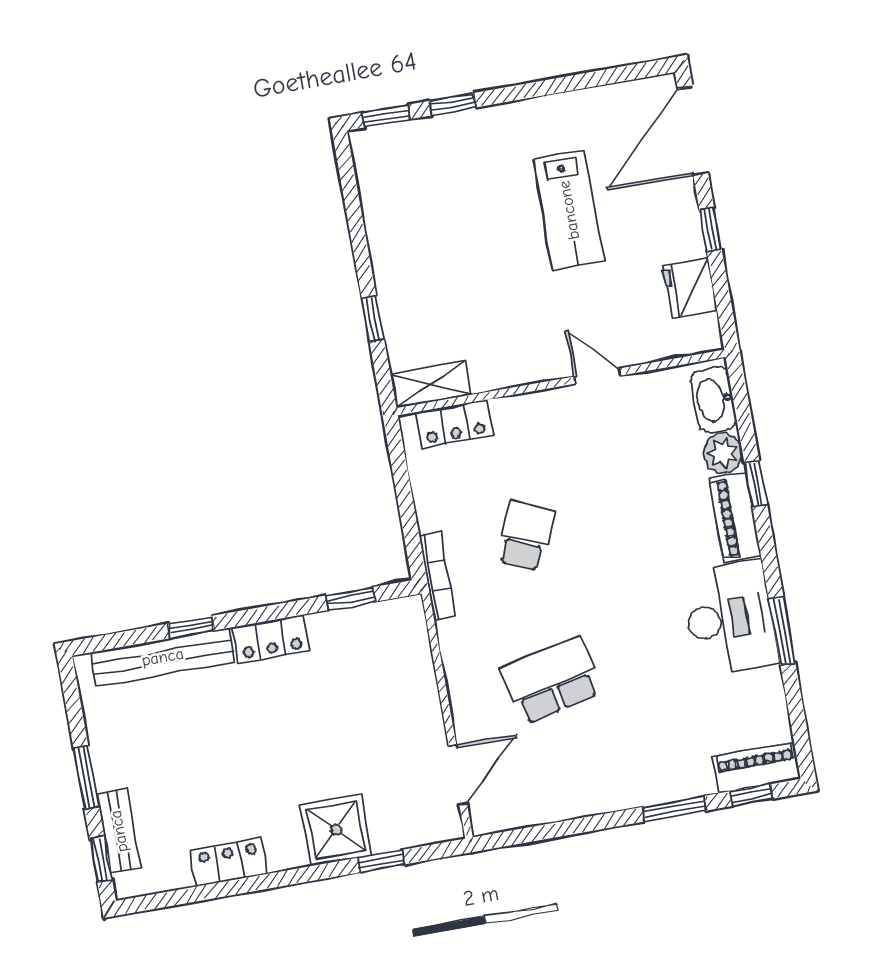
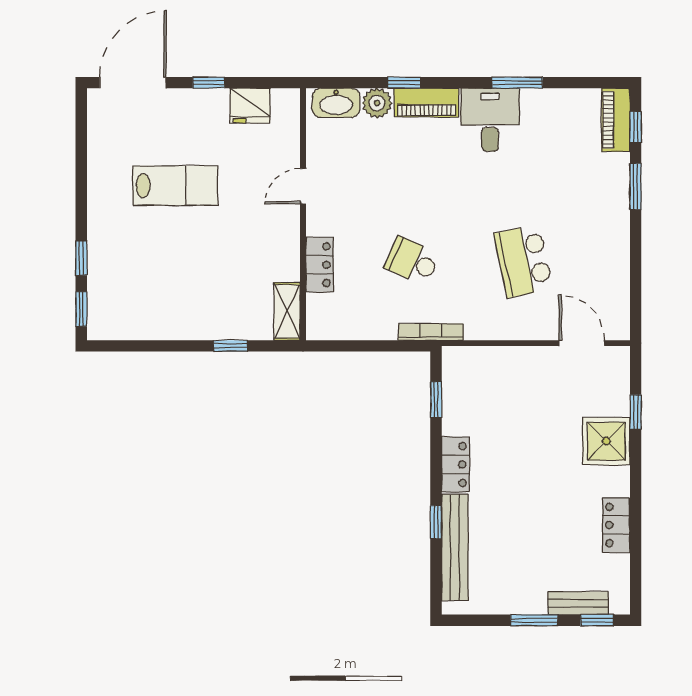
door: (693, 131) -> (133, 83), swing flipped
locker: (454, 424) -> (320, 265), moved
desk: (730, 618) -> (490, 120), width x0.73

